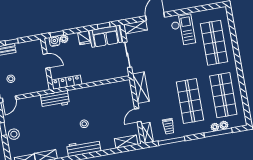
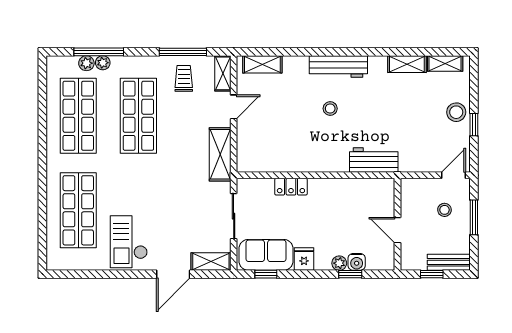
door: (46, 61) -> (398, 230), moved
wall: (47, 64) -> (398, 224), moved
locker: (67, 82) -> (291, 187), moved, width x0.66

